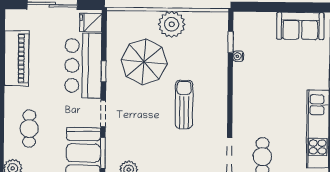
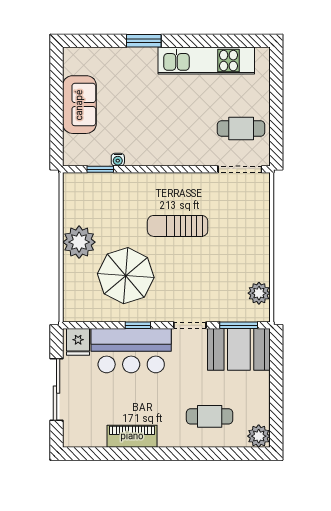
sofa: (300, 26) -> (79, 105), moved
piano: (17, 58) -> (132, 436), width x0.73, depth x0.75

